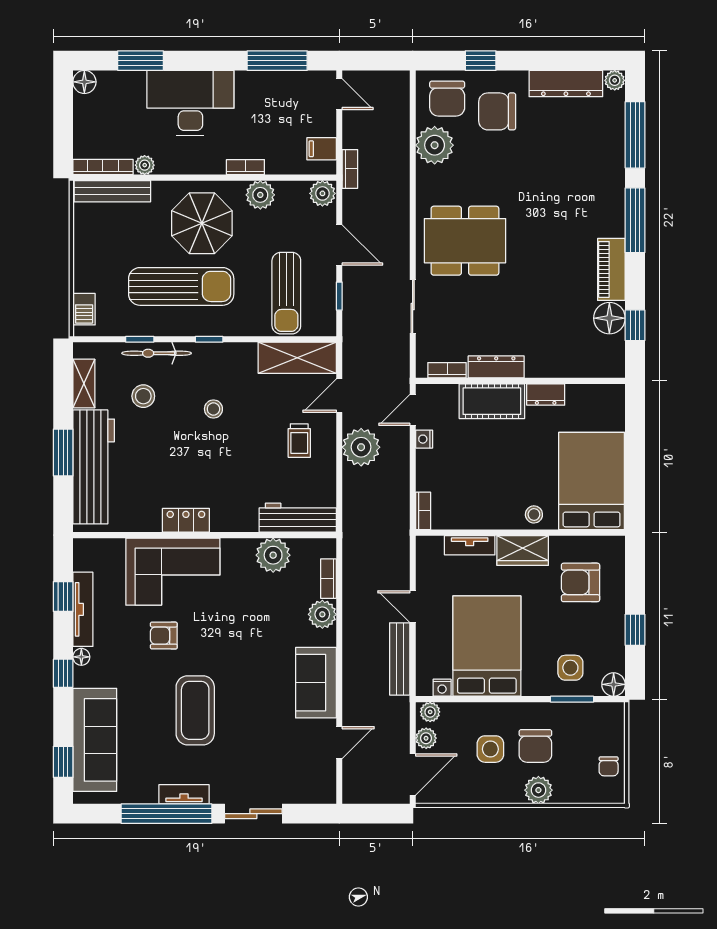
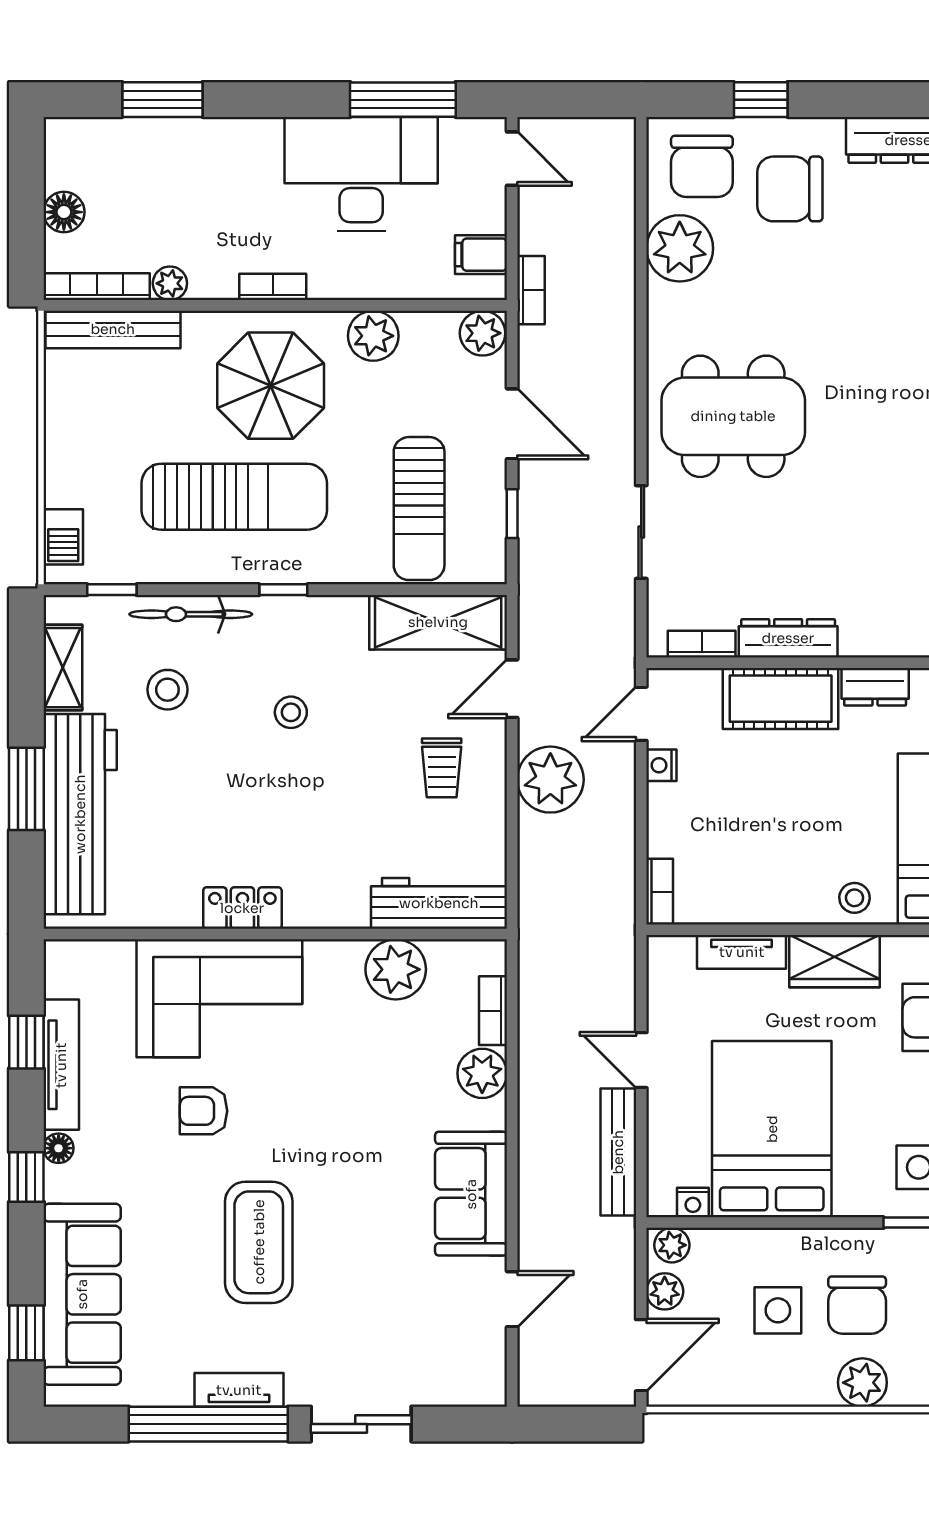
floor lamp: (84, 82) -> (64, 212), moved
desk: (190, 103) -> (361, 174), moved
bookcase: (245, 167) -> (273, 287), moved
window: (140, 339) -> (112, 590), moved

